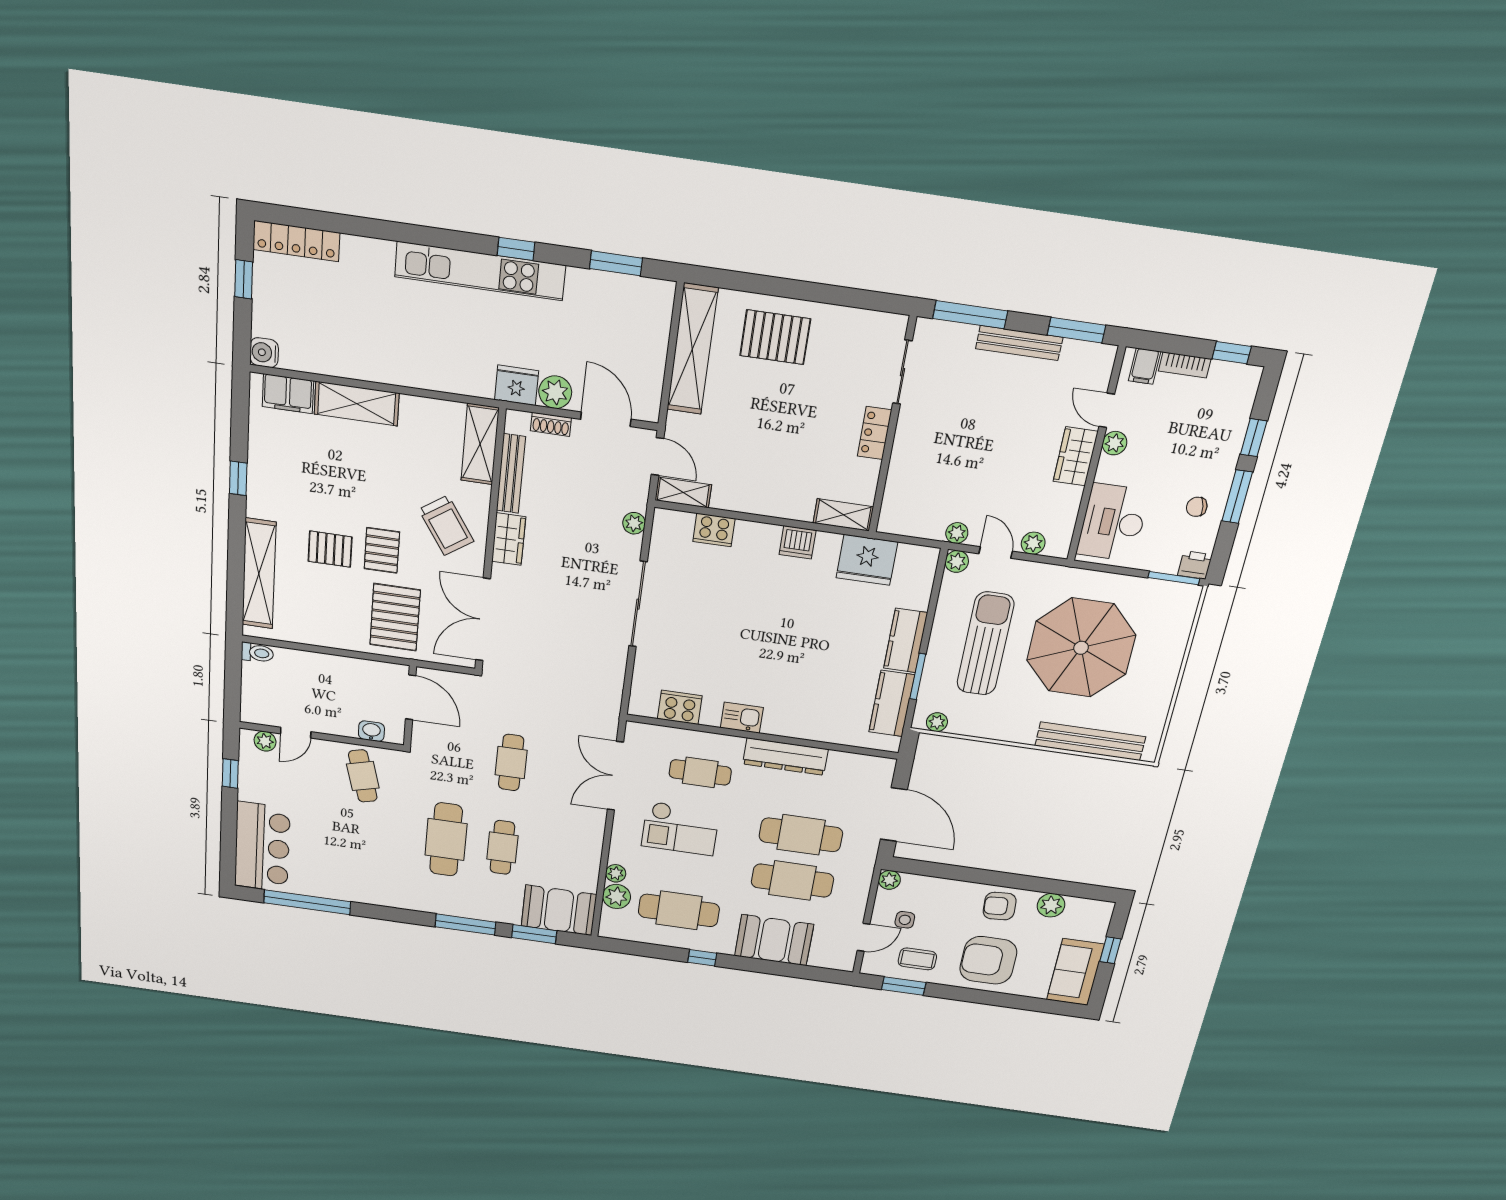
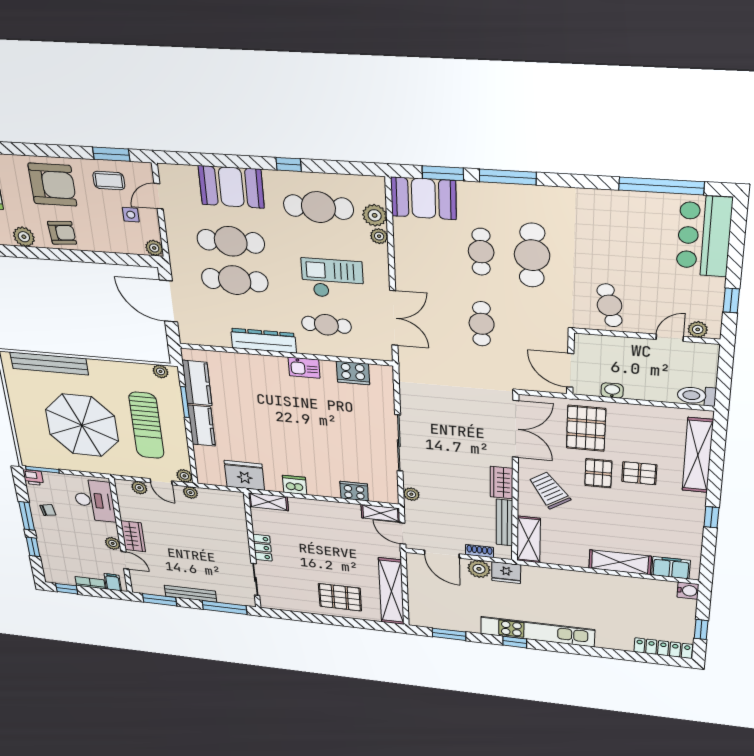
toilet: (257, 653) -> (697, 396), width x1.37, depth x1.39
washbasin: (371, 731) -> (612, 391), moved, turned 180

